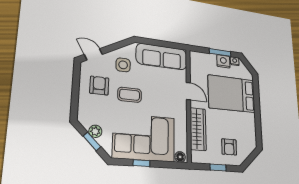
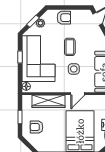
side table: (123, 65) -> (74, 69), moved
armchair: (99, 86) -> (64, 18), moved

